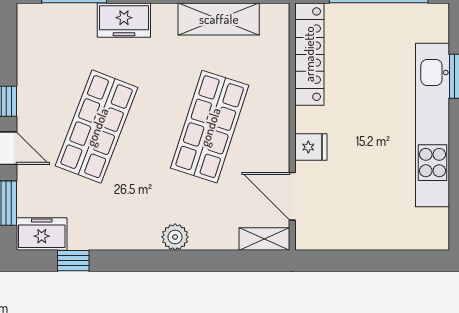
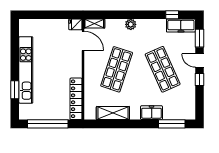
shop shelf: (97, 127) -> (163, 69), turned -45
fridge: (311, 147) -> (75, 24), moved
freezer: (42, 234) -> (181, 26), width x1.40

